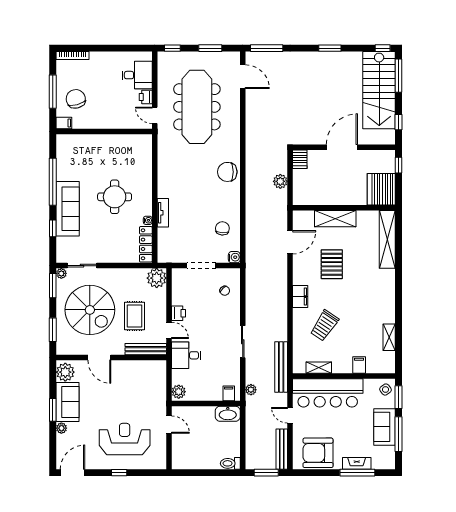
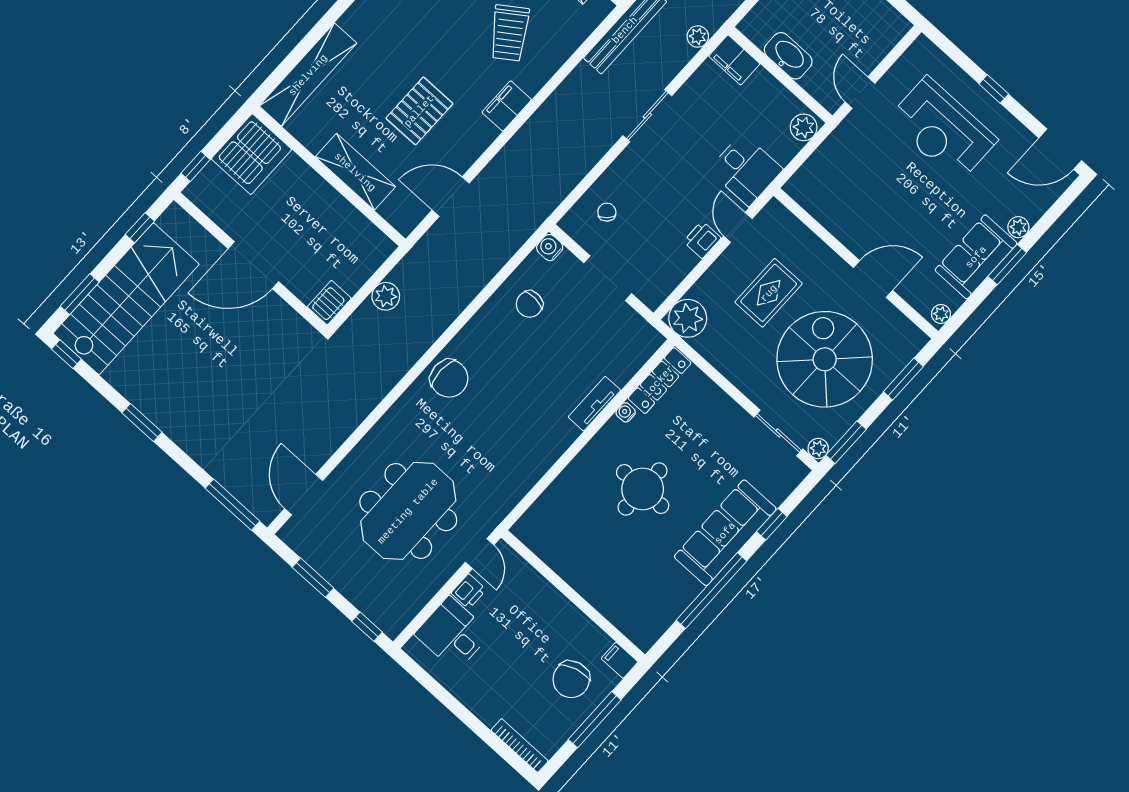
window: (398, 76) -> (80, 294), width x0.69
meeting table: (197, 107) -> (408, 511), width x0.73
trolley: (324, 325) -> (509, 33), turned 111
bench: (146, 349) -> (795, 231), removed
door: (99, 358) -> (873, 279), hinge flipped
plant: (65, 372) -> (941, 314), width x0.53, depth x0.53
filing cabinet: (229, 393) -> (734, 60), width x2.00
washbasin: (228, 414) -> (788, 56), moved

